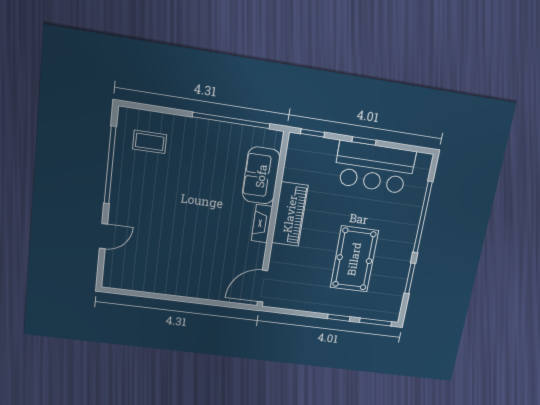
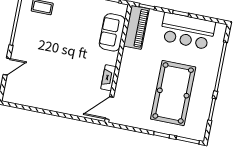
piano: (290, 214) -> (136, 27), moved
fireplace: (262, 224) -> (108, 78), moved
pool table: (354, 259) -> (173, 93), width x1.36, depth x1.32

